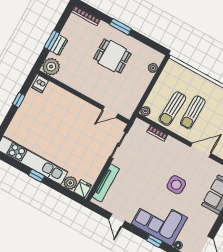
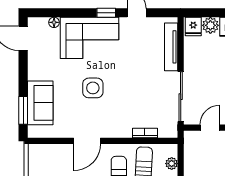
plant: (145, 111) -> (172, 164), moved
sliding door: (118, 145) -> (181, 97), width x1.37
window: (154, 241) -> (106, 13), moved

